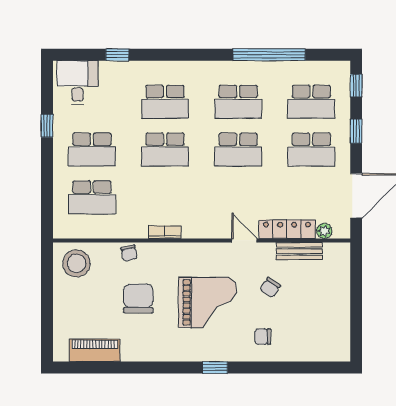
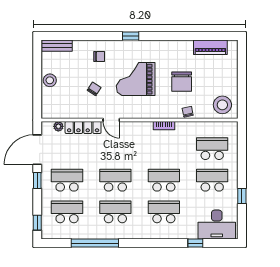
desk: (78, 83) -> (217, 225), width x1.37
window: (356, 131) -> (37, 181), moved
bench: (299, 251) -> (57, 46), moved
stool: (337, 300) -> (50, 80), added

